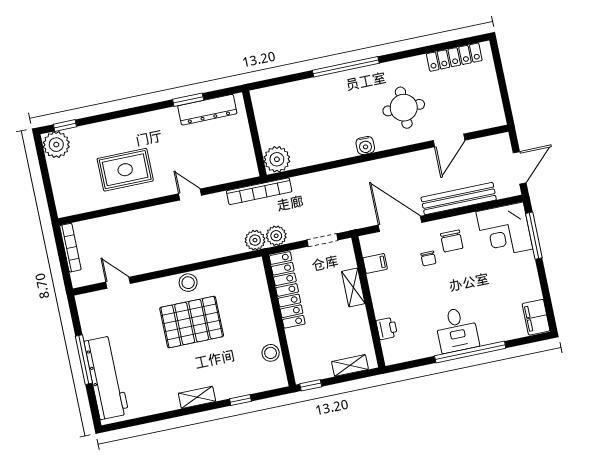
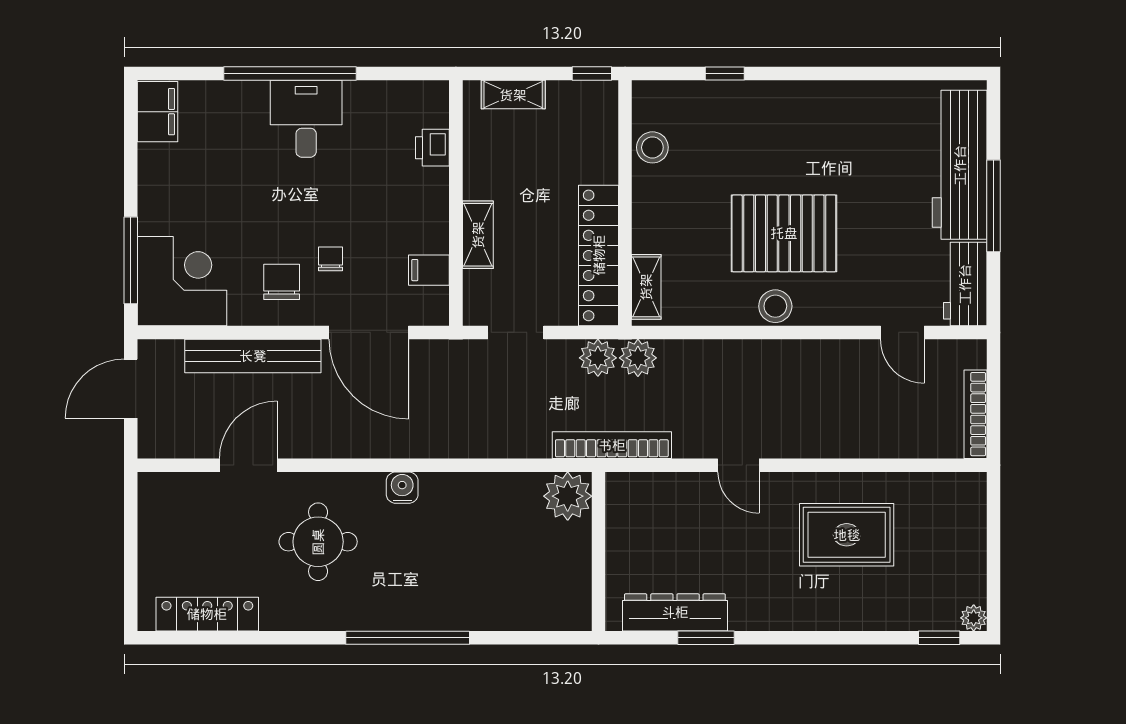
plant: (56, 145) -> (974, 618), width x0.53, depth x0.53
workbench: (90, 315) -> (965, 284), added
shelving: (197, 397) -> (646, 287), moved, turned 90

